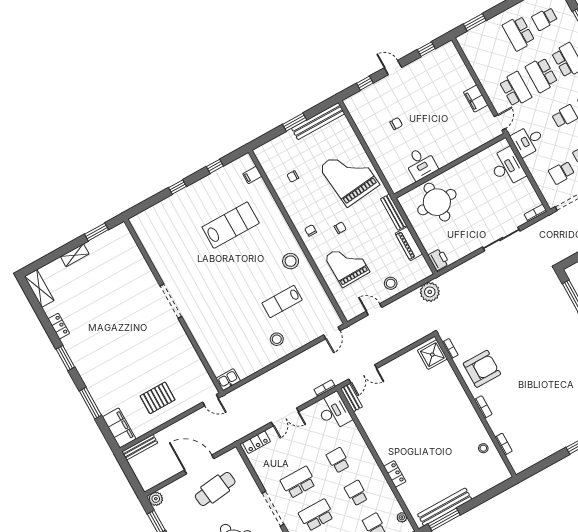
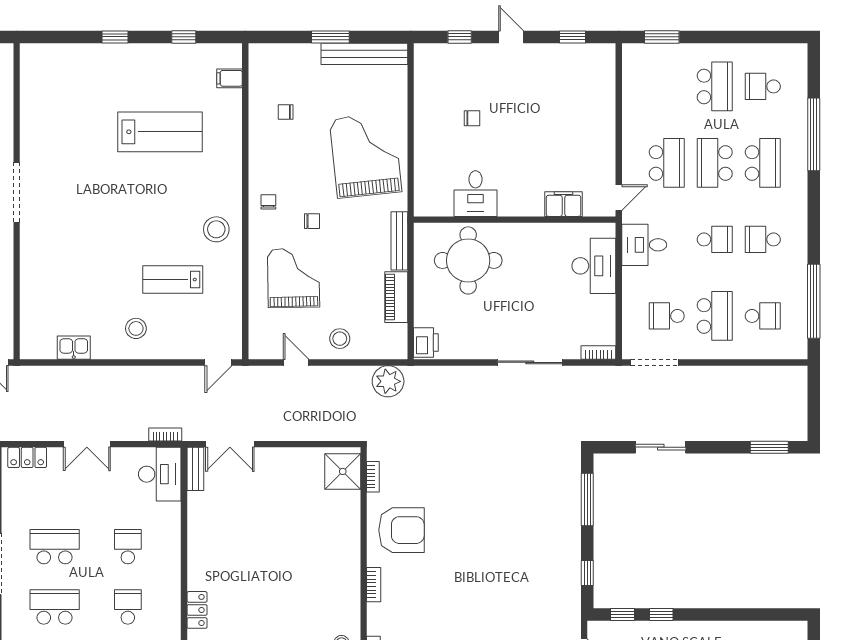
school desk: (519, 33) -> (715, 86), turned 180
filing cabinet: (476, 99) -> (564, 204), moved, turned 90
kitchen sink: (228, 380) -> (74, 348), moved

